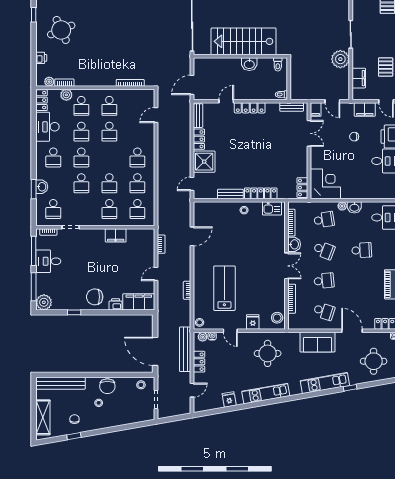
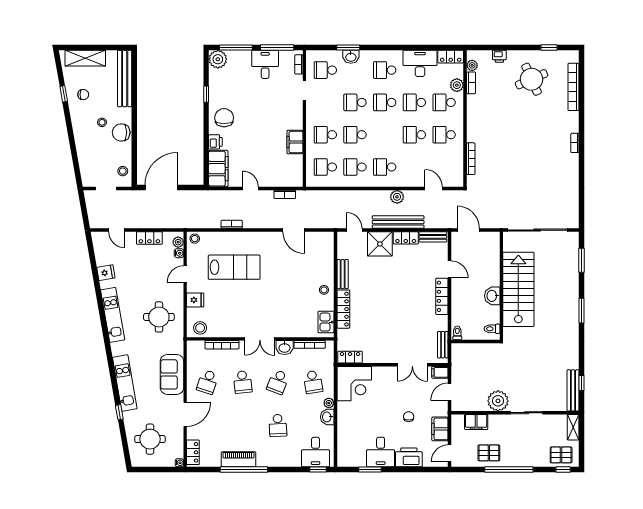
plant: (163, 147) -> (397, 197), added
bench: (185, 349) -> (398, 222), moved

